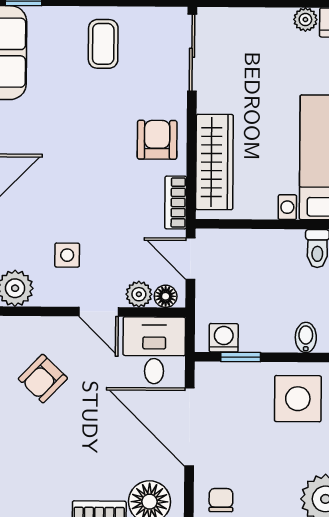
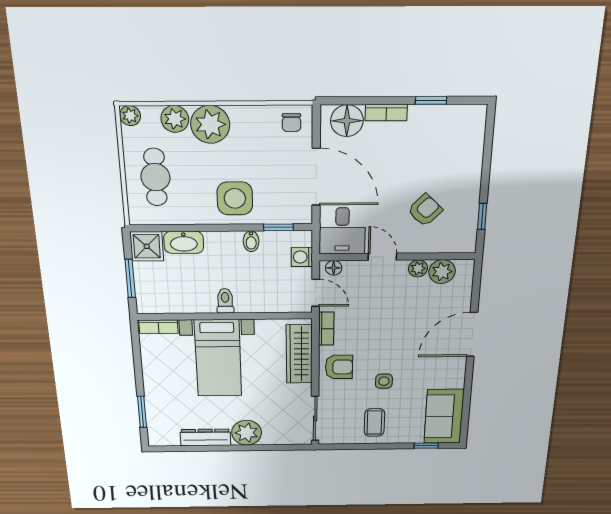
plant: (305, 19) -> (247, 433), width x1.88, depth x1.88
armchair: (157, 140) -> (339, 367), turned -90
side table: (67, 255) -> (384, 381), moved
plant: (139, 294) -> (418, 268), moved
bidet: (306, 337) -> (251, 241), moved
washing machine: (224, 338) -> (302, 257), moved, turned 90

